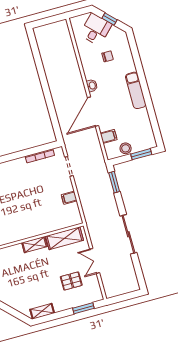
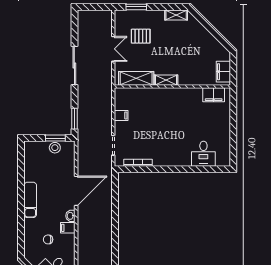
filing cabinet: (109, 136) -> (68, 228), moved
window: (141, 154) -> (55, 138), moved

